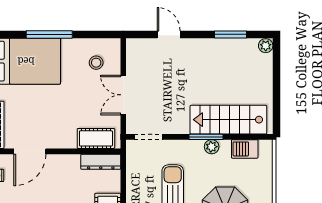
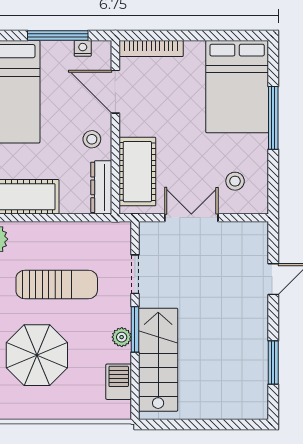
plant: (266, 46) -> (258, 410), removed
doorway: (149, 137) -> (135, 274), moved
cot: (96, 138) -> (137, 172), width x1.37, depth x1.34
stool: (65, 169) -> (92, 139), added

